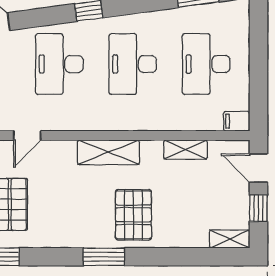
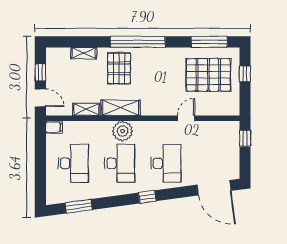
plant: (128, 115) -> (123, 131), added
shelving: (108, 152) -> (121, 108), moved
shelving: (230, 239) -> (84, 53), moved
window: (104, 257) -> (138, 42), width x2.11

